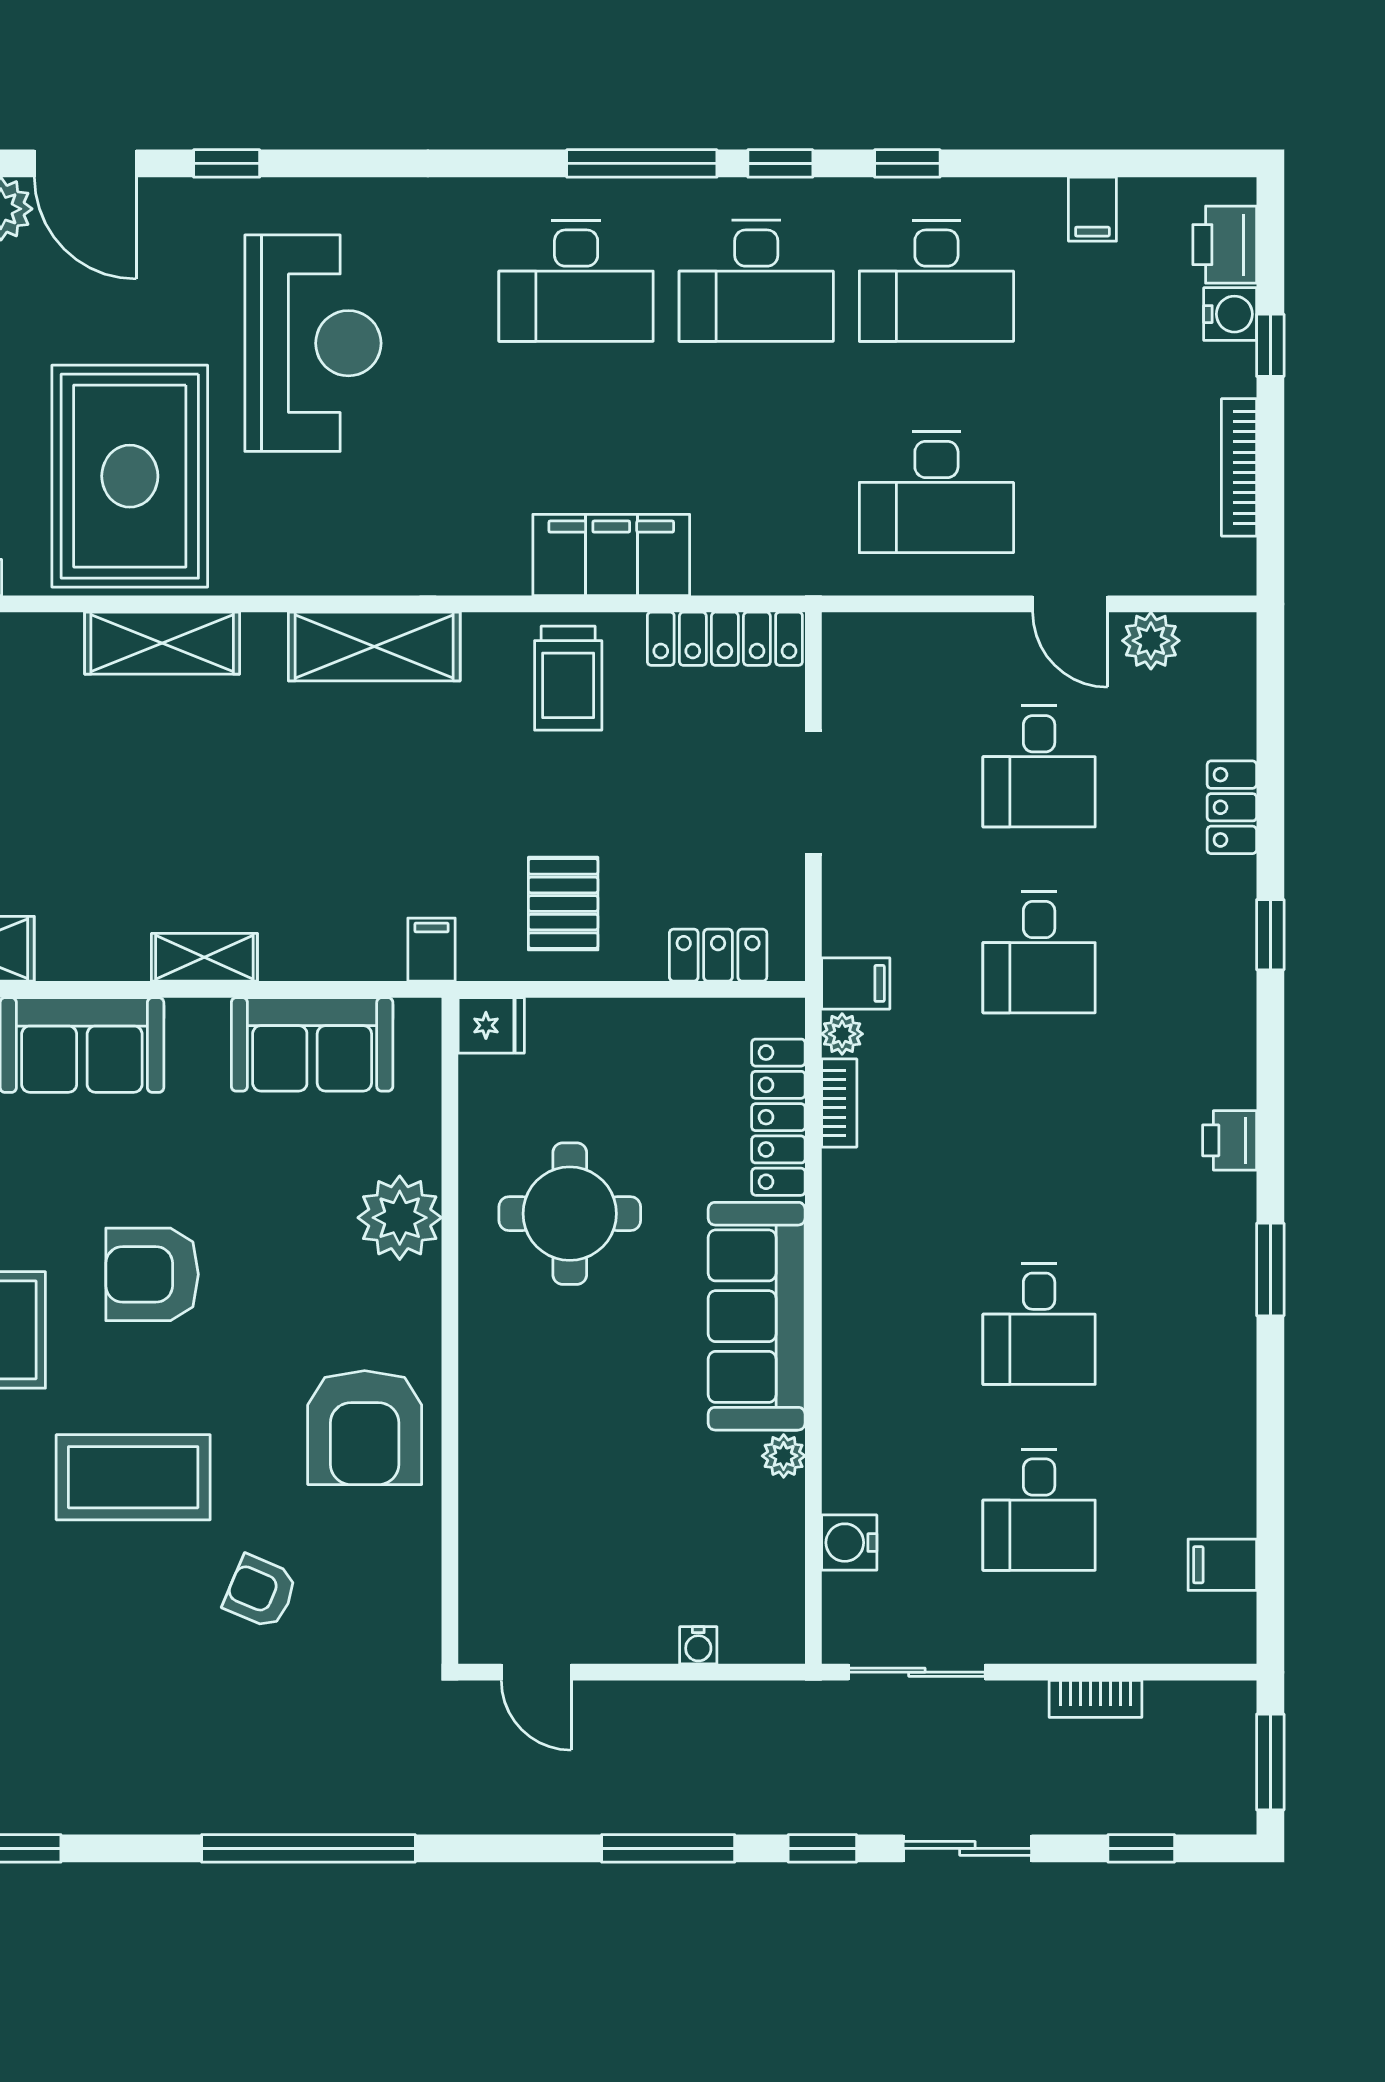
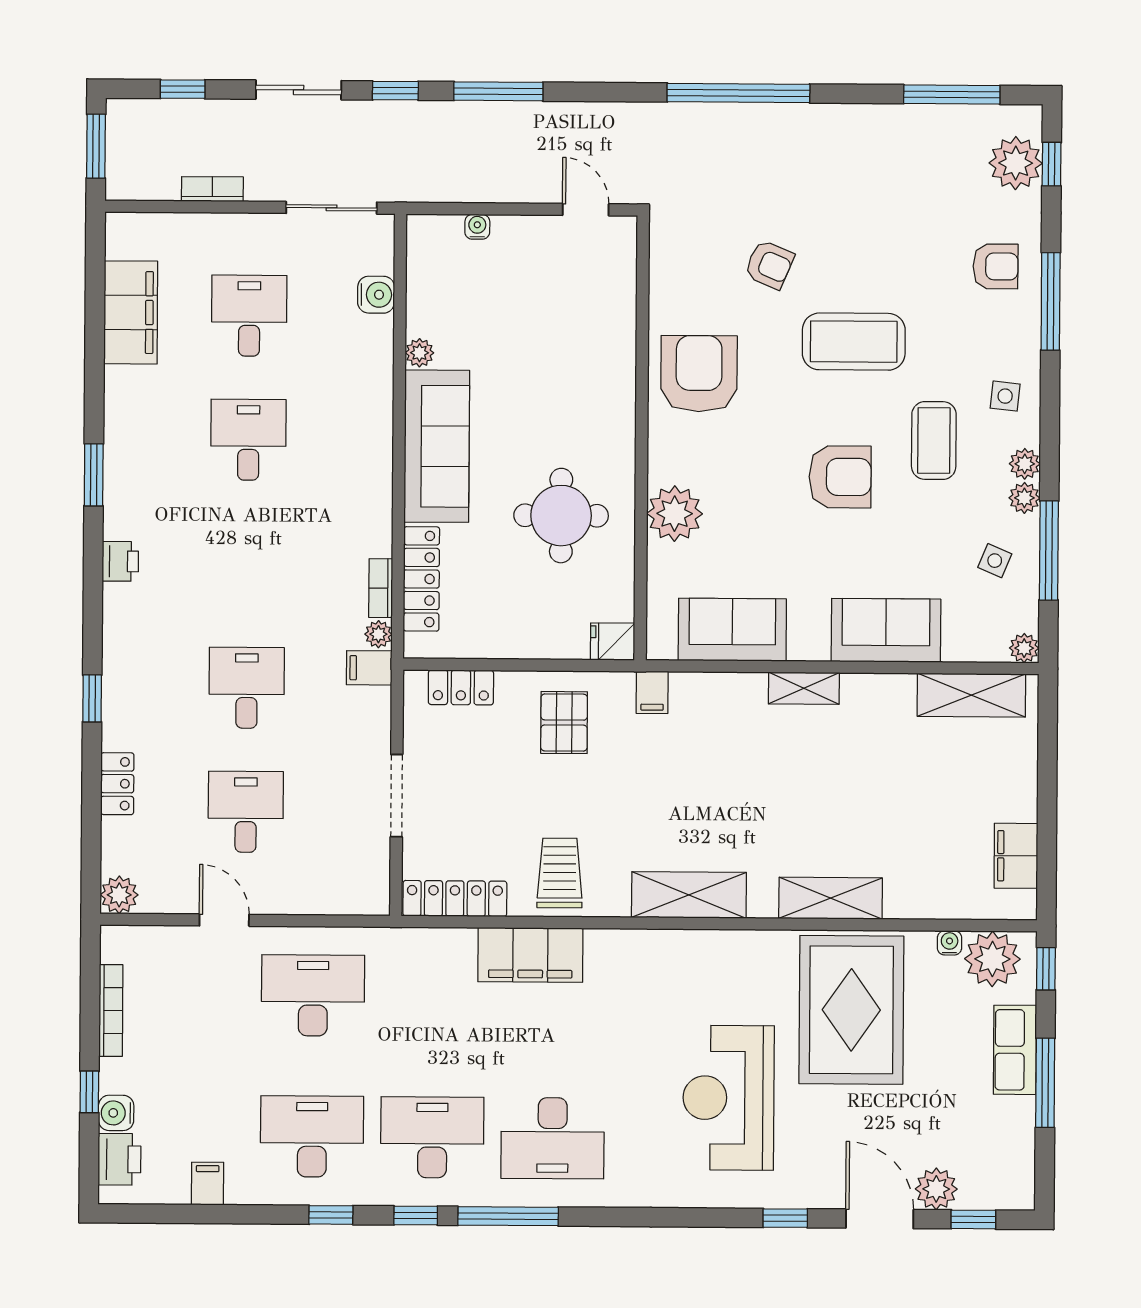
desk: (576, 281) -> (553, 1138), turned 180
plant: (1151, 641) -> (119, 895), moved
filing cabinet: (1222, 1565) -> (131, 312), width x3.00, depth x1.17

